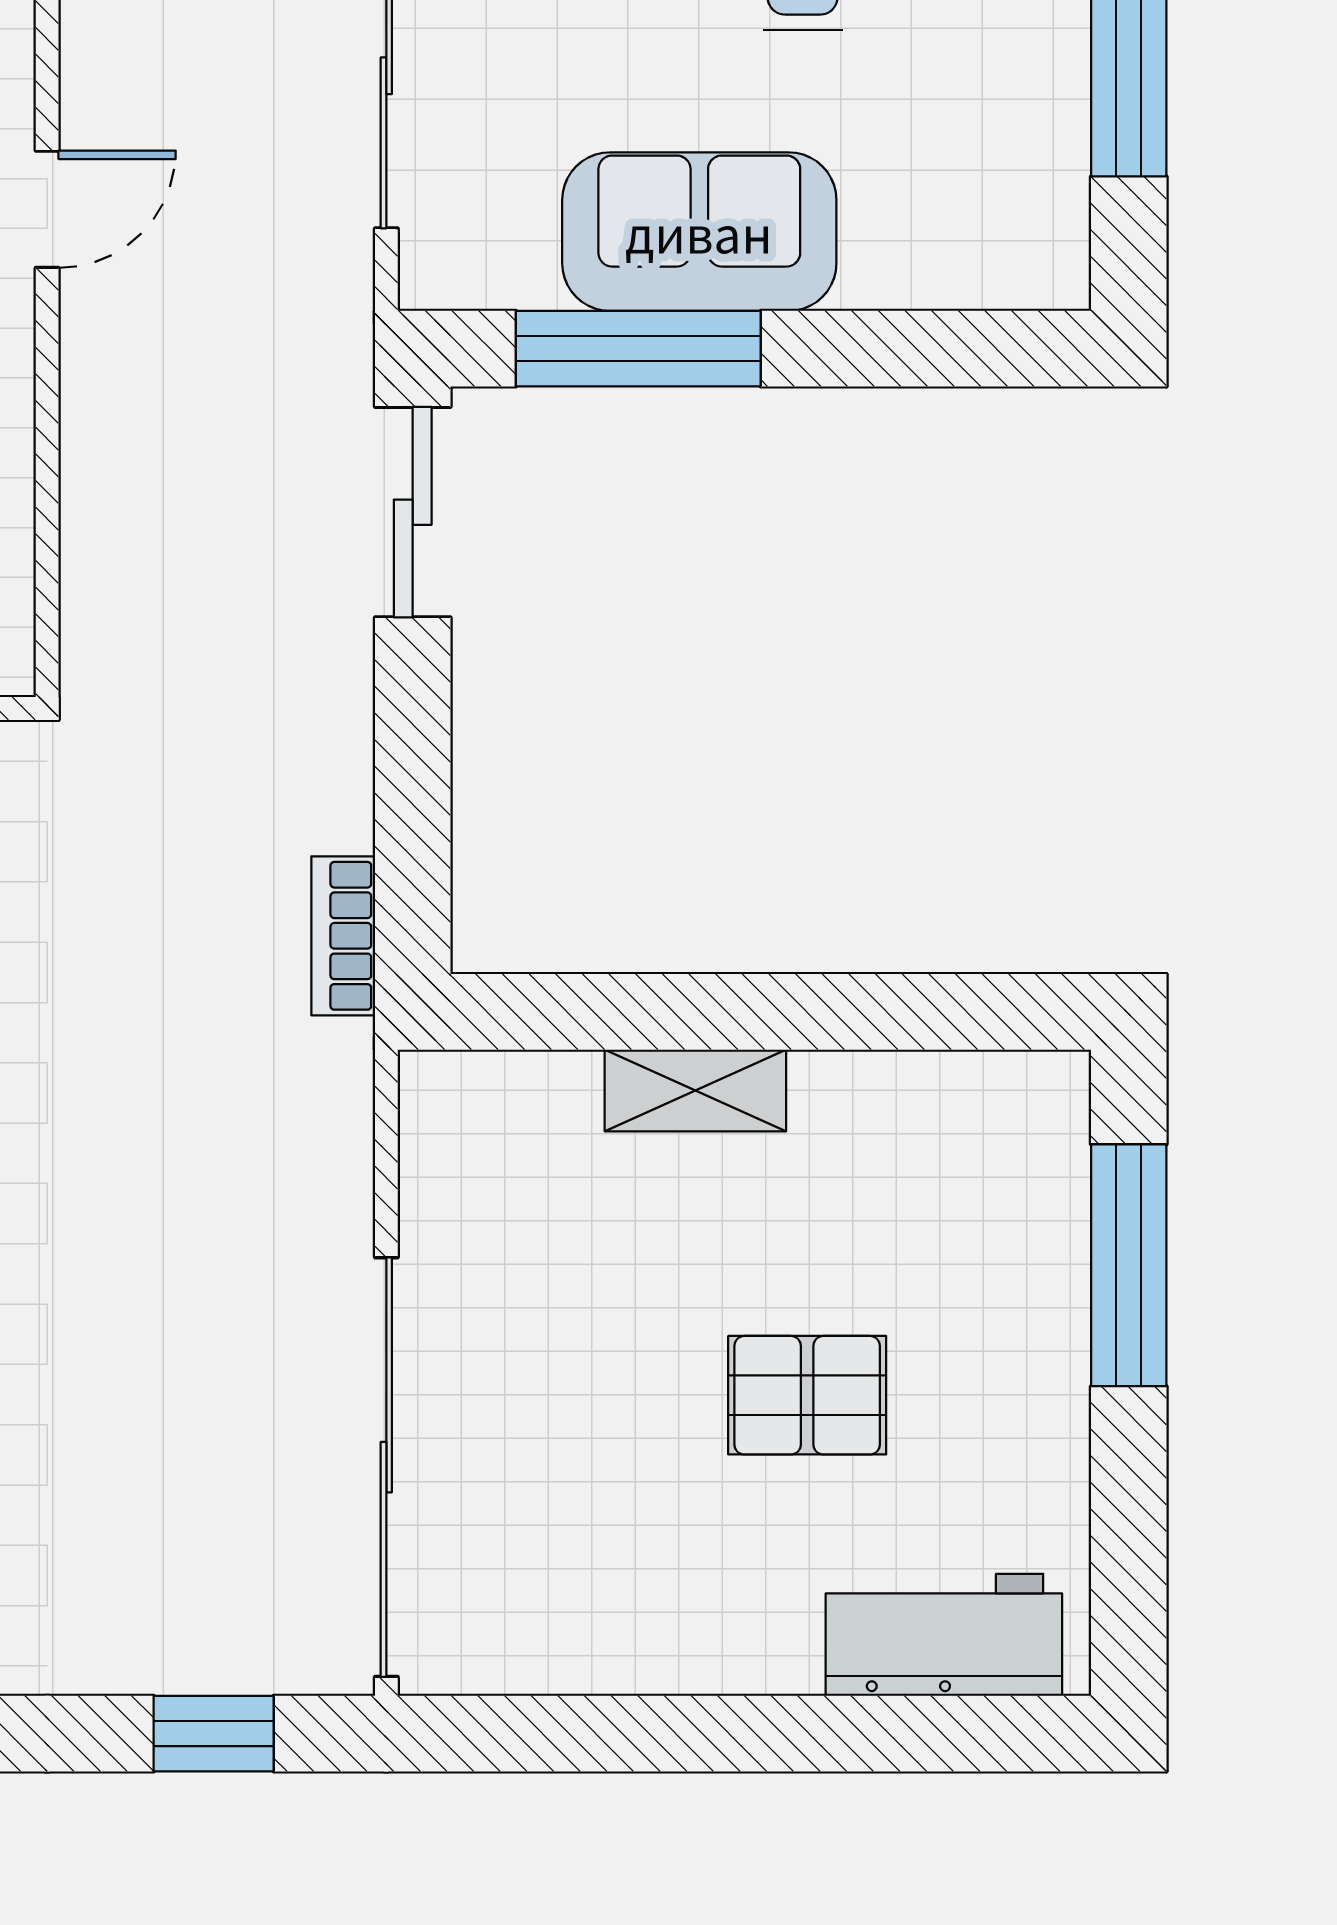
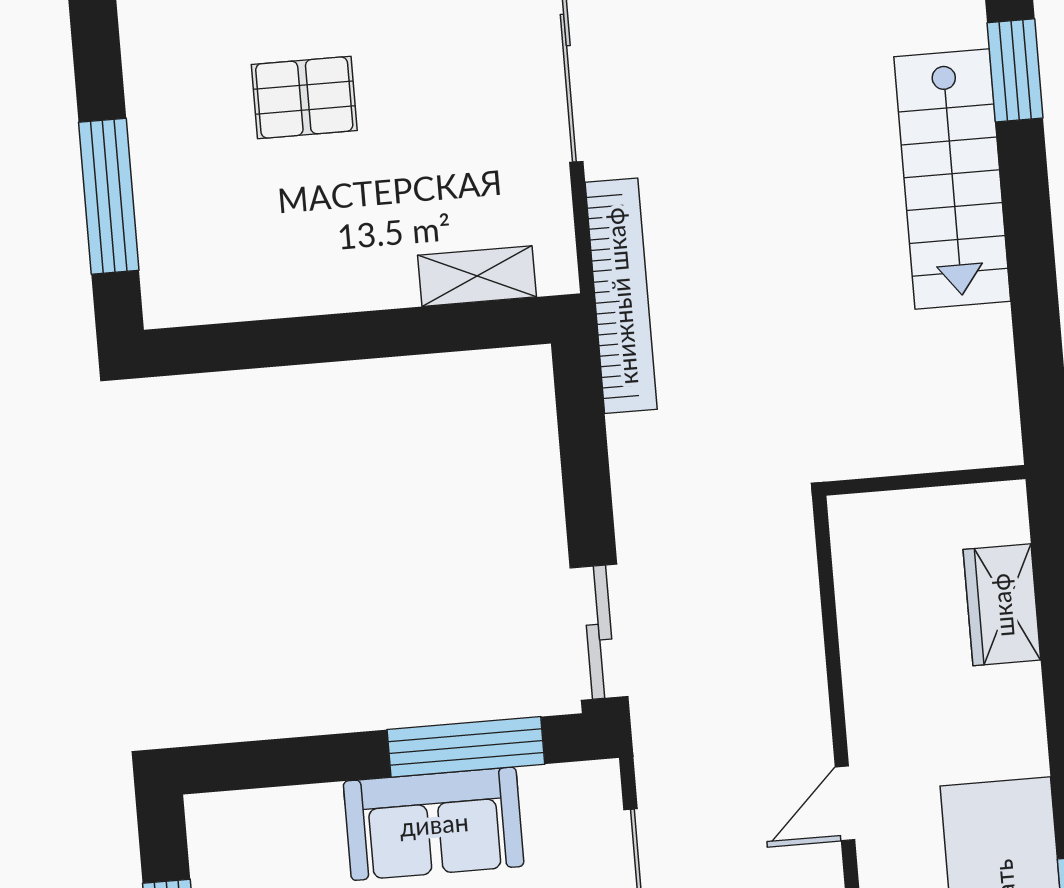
bookcase: (343, 936) -> (621, 296), width x2.31, depth x1.31
shelving: (695, 1090) -> (477, 276), moved

